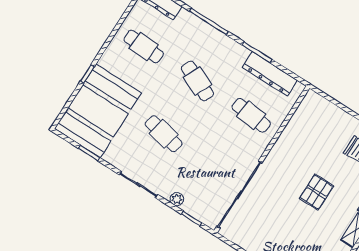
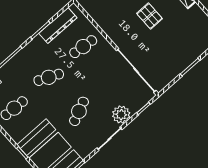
cafe table: (164, 134) -> (79, 111), turned -36
plant: (177, 199) -> (121, 115), width x1.87, depth x1.87

